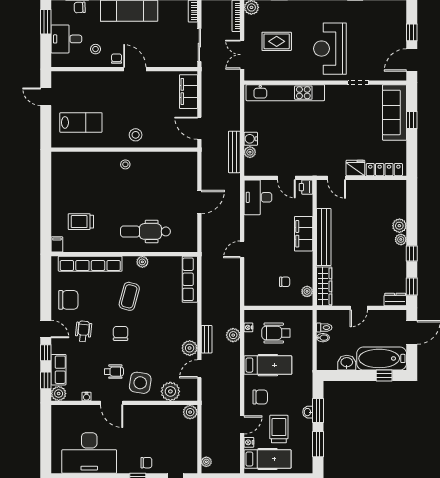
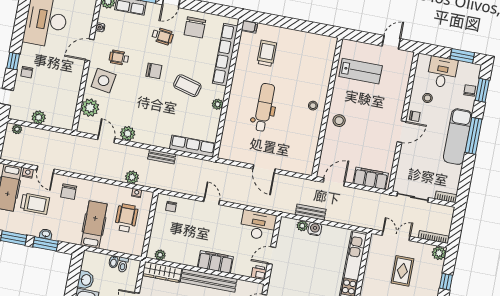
lab bench: (81, 122) -> (361, 71), turned -90
bench: (234, 152) -> (311, 212), width x0.73
dental chair: (145, 231) -> (264, 107), moved
chair: (285, 282) -> (171, 207), moved
bench: (207, 339) -> (162, 157), moved
hospital bed: (268, 365) -> (94, 225), moved, turned 180
wheelchair: (114, 372) -> (119, 58), turned 90
plant: (190, 412) -> (39, 117), moved

